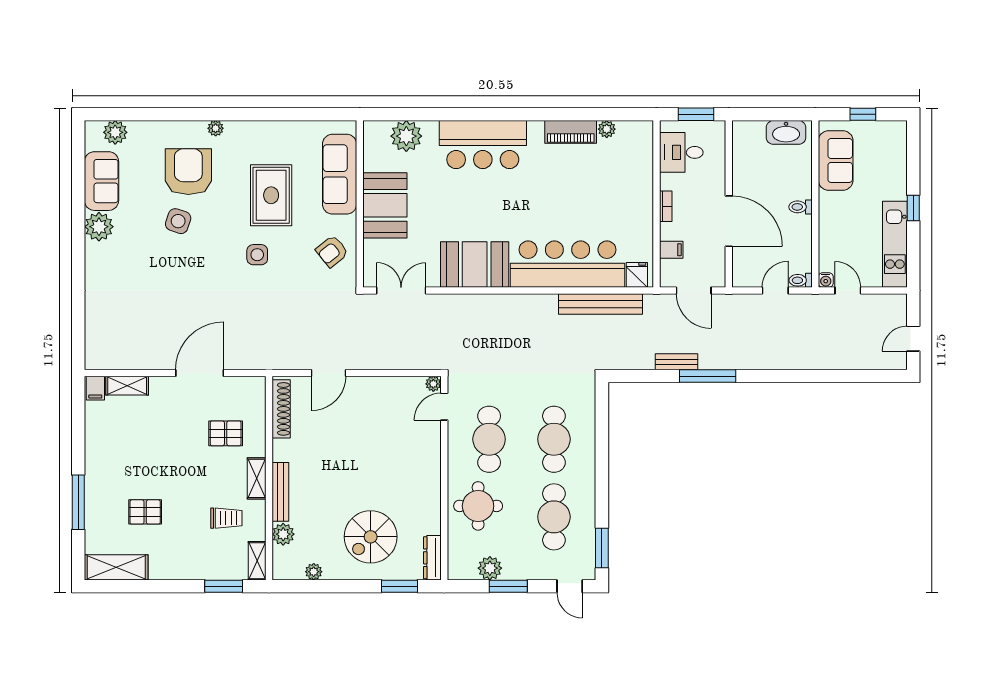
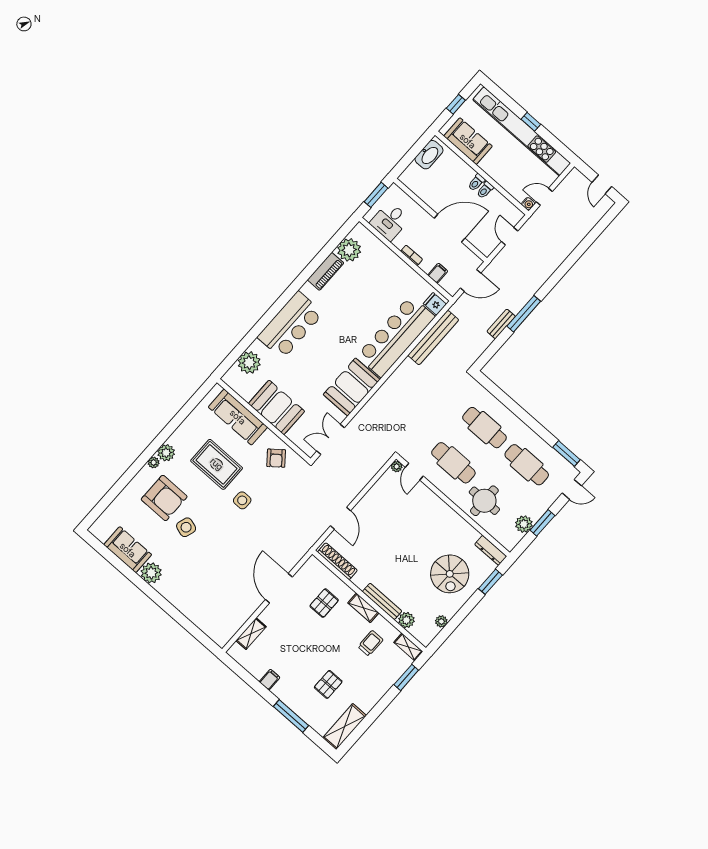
plant: (607, 129) -> (349, 250), width x1.87, depth x1.87
plant: (115, 132) -> (166, 453), moved
armchair: (188, 172) -> (164, 498), turned 180
kitchen unit: (895, 244) -> (522, 131), width x1.86
toilet: (801, 280) -> (485, 190), moved
filing cabinet: (95, 388) -> (270, 680), moved, turned -90

